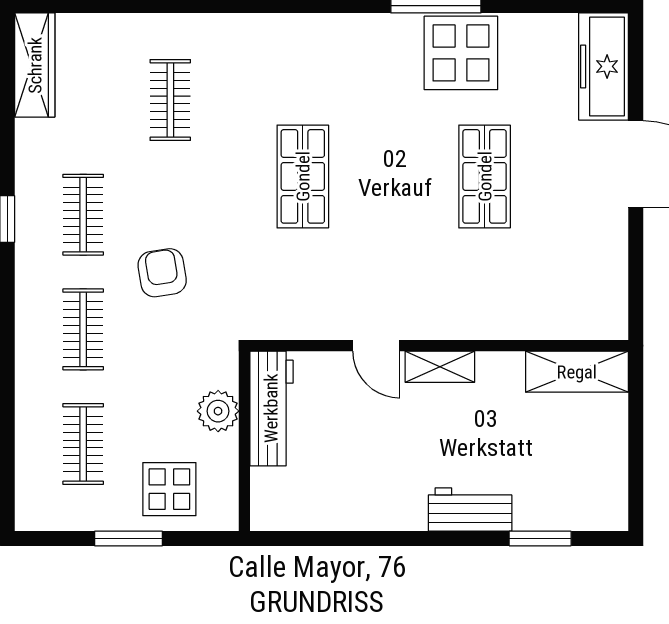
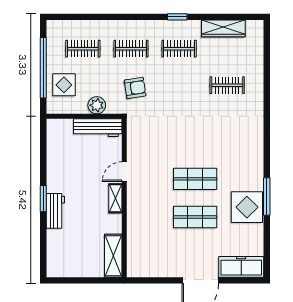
wardrobe: (35, 65) -> (223, 28), moved
shop shelf: (303, 176) -> (195, 179), moved
armchair: (162, 273) -> (135, 88), moved
window: (129, 538) -> (43, 68), width x2.11
window: (540, 538) -> (43, 199), moved

